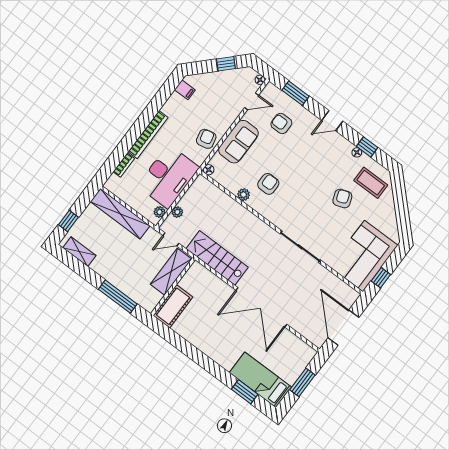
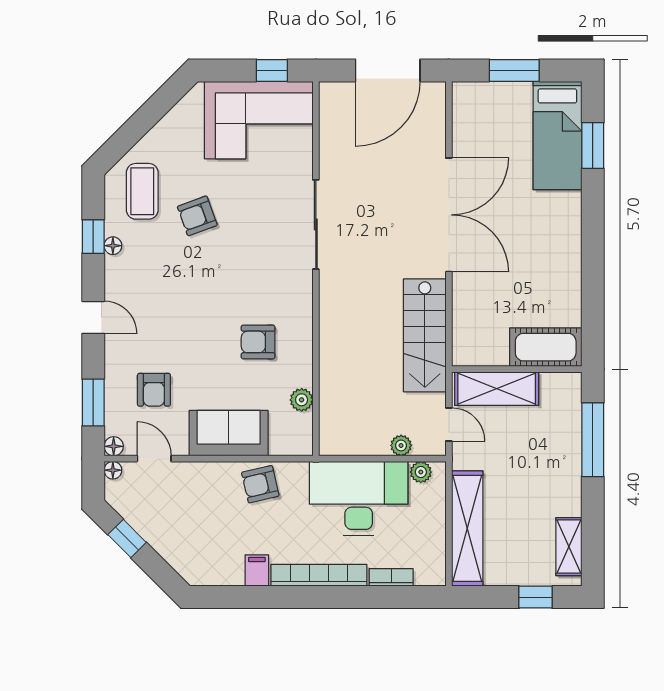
filing cabinet: (185, 90) -> (257, 571), moved
floor lamp: (209, 170) -> (114, 446), moved
plant: (244, 195) -> (302, 400), moved

